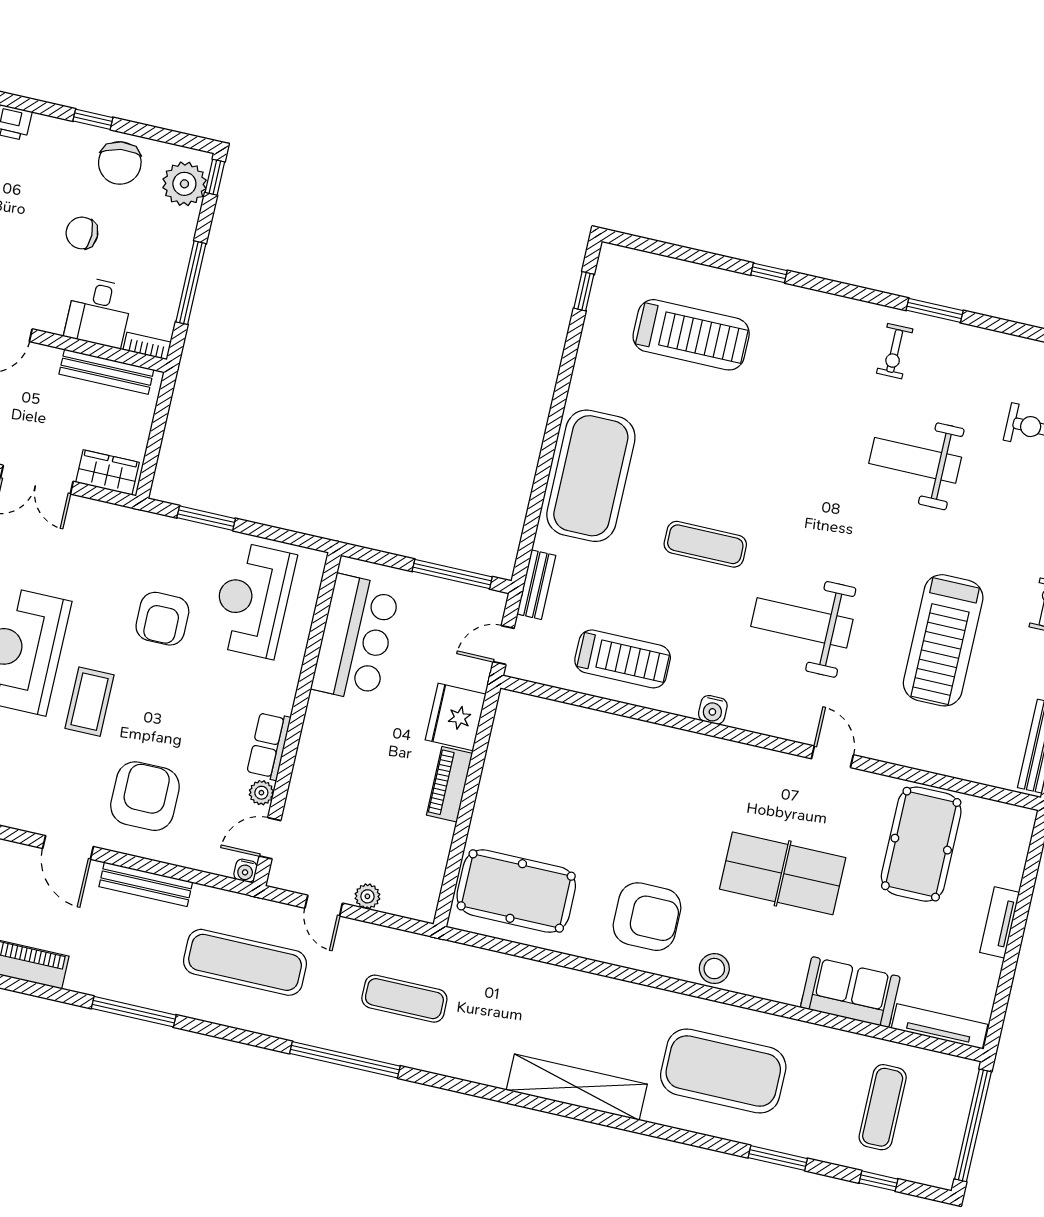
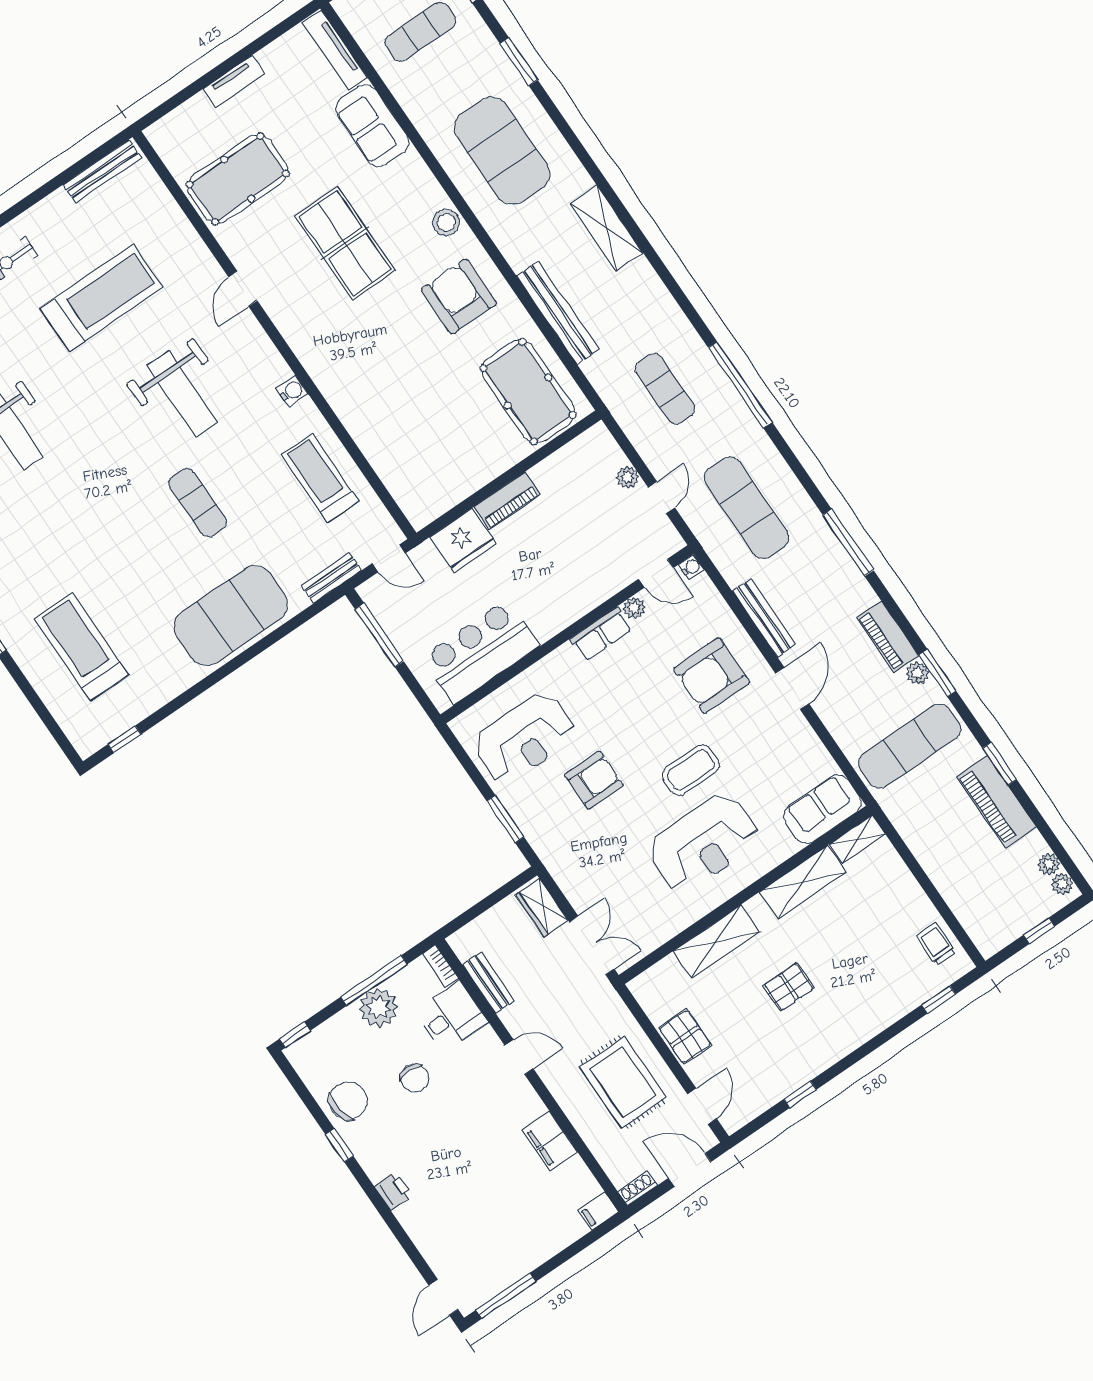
plant: (184, 184) -> (378, 1008), moved
bench: (106, 372) -> (488, 982), width x0.73
bench: (552, 979) -> (558, 313), added
shelving: (577, 1087) -> (606, 228), width x0.68

